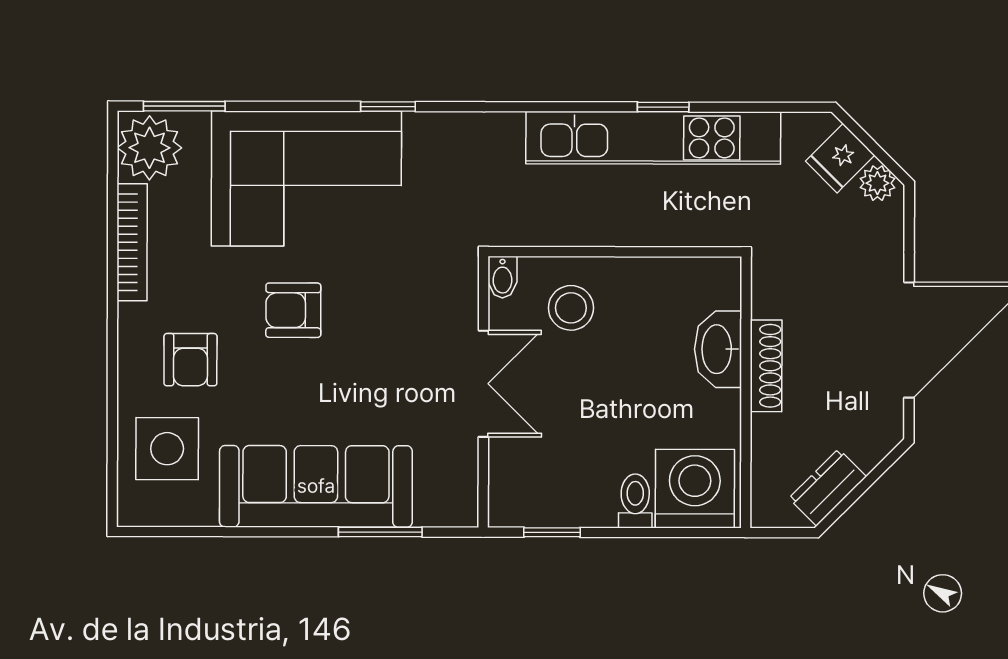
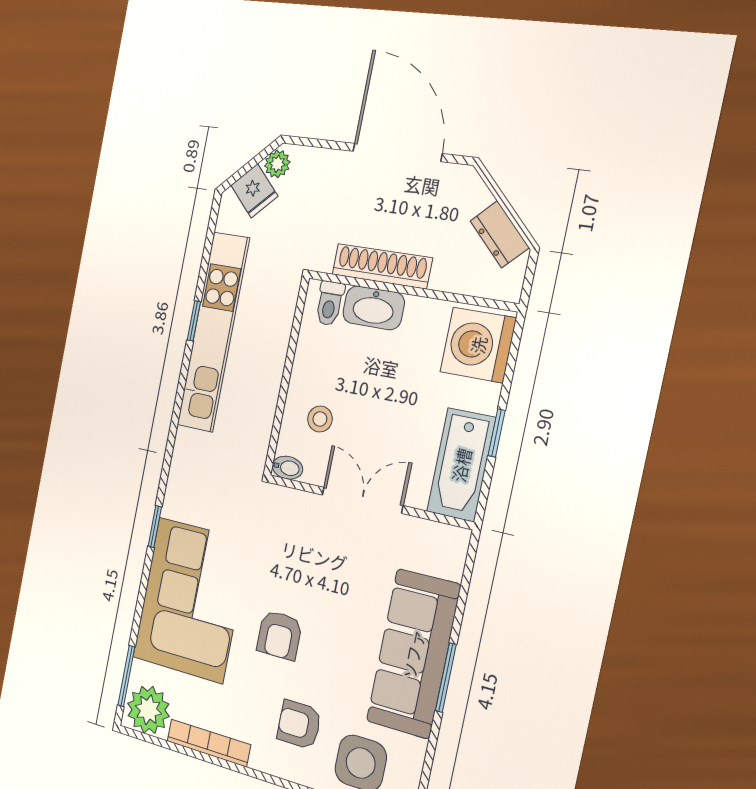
stool: (571, 308) -> (320, 419), width x0.73, depth x0.73
armchair: (190, 360) -> (299, 724), turned 180
shoe rack: (766, 366) -> (382, 266), width x1.36, depth x1.24
bathtub: (551, 498) -> (461, 465), added
toilet: (635, 501) -> (330, 303), moved, turned -90
window: (380, 532) -> (446, 678), moved
window: (552, 532) -> (497, 433), moved

